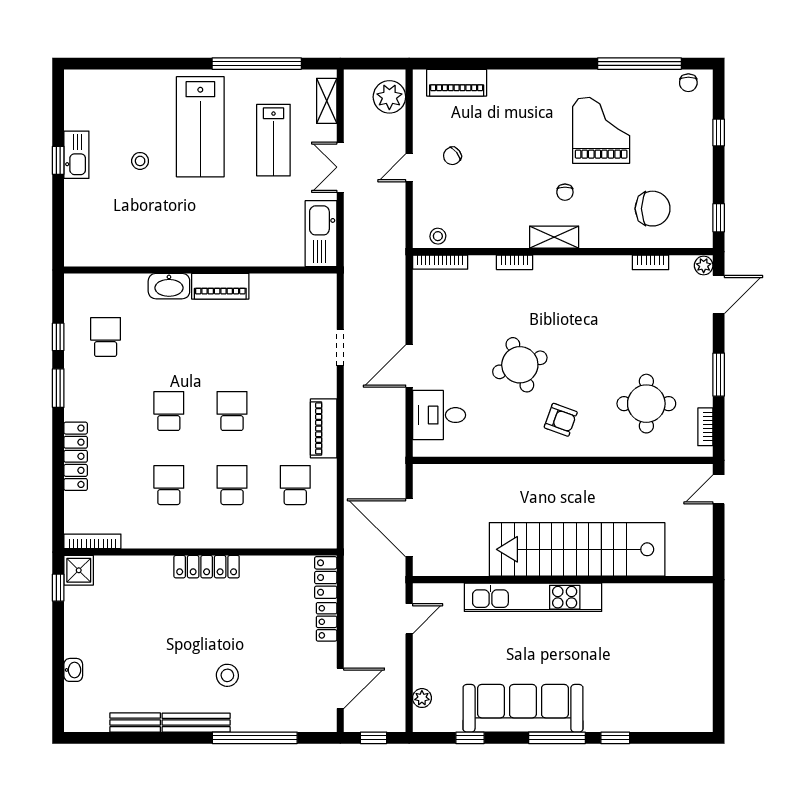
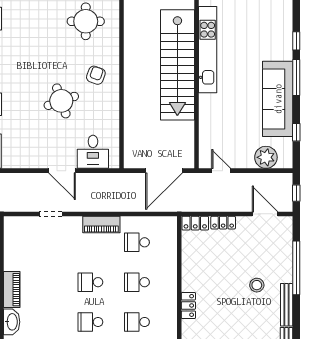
locker: (207, 567) -> (188, 305), width x0.66
kitchen unit: (533, 597) -> (208, 50), moved
plant: (422, 698) -> (266, 157), width x1.88, depth x1.88

